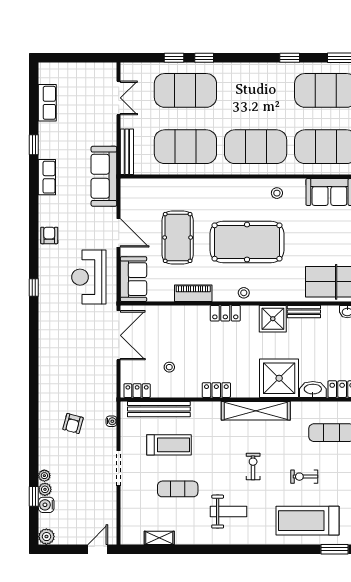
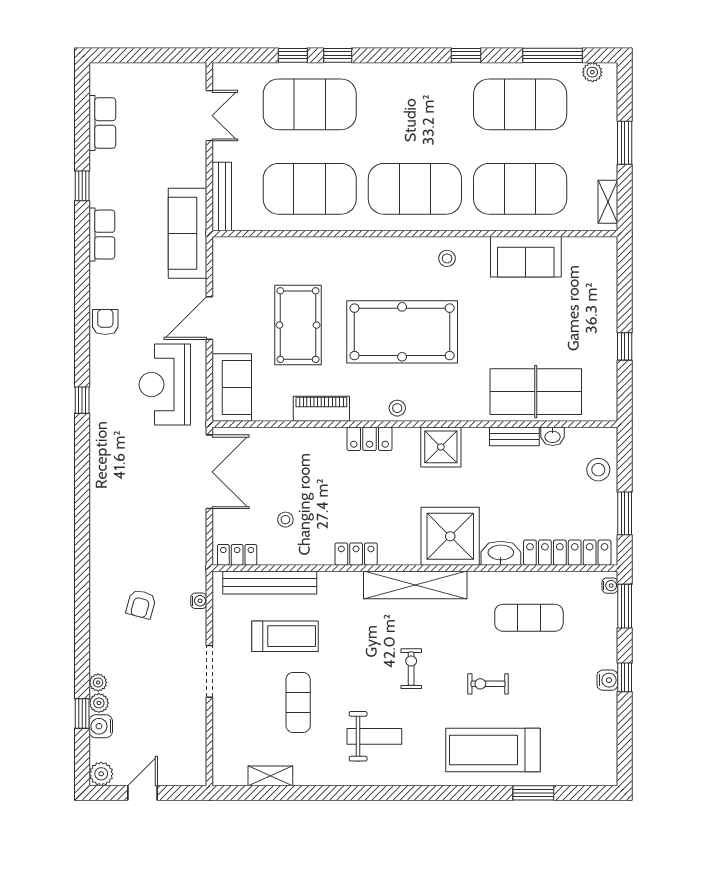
door: (119, 233) -> (209, 318), swing flipped
bench: (304, 312) -> (514, 436), moved
exercise mat: (178, 489) -> (298, 702), turned 90
door: (98, 549) -> (142, 793), moved

